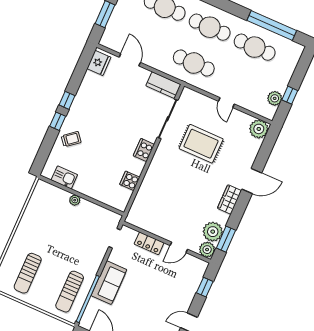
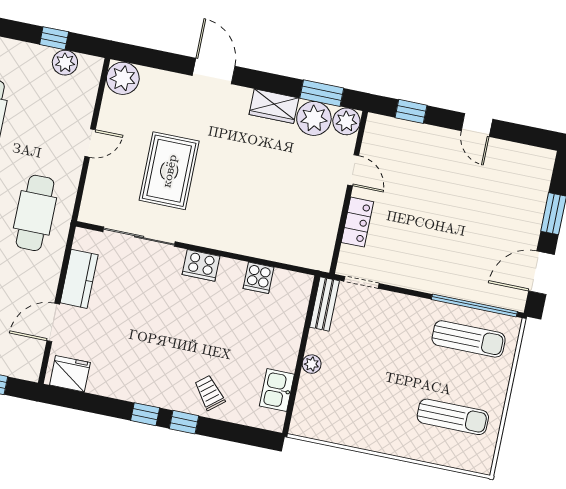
kitchen counter: (163, 85) -> (79, 279), moved
wardrobe: (229, 199) -> (274, 106), moved
bench: (107, 215) -> (324, 304), added
sofa: (109, 283) -> (439, 276), removed

